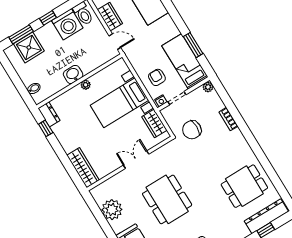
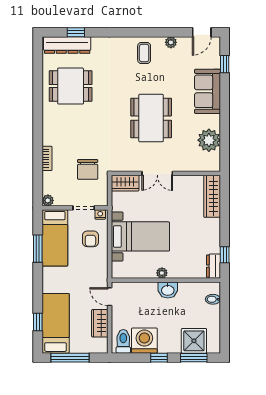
wardrobe: (154, 123) -> (125, 183), moved, turned 90
chair: (192, 130) -> (88, 169), turned 90

